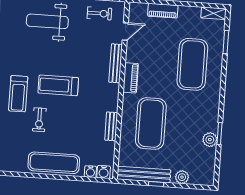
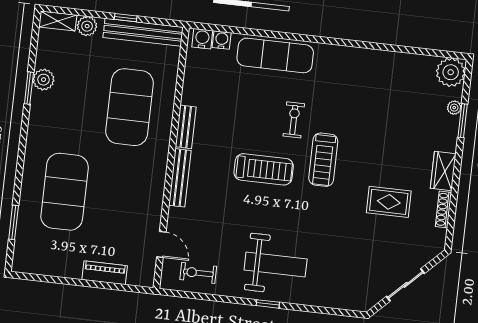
shelving: (214, 13) -> (58, 21), moved
door: (125, 32) -> (161, 244), swing flipped
bench: (116, 63) -> (180, 178), moved
piano: (131, 78) -> (156, 176), removed
treadmill: (18, 94) -> (323, 160), turned 180
bench: (111, 126) -> (186, 127), moved

